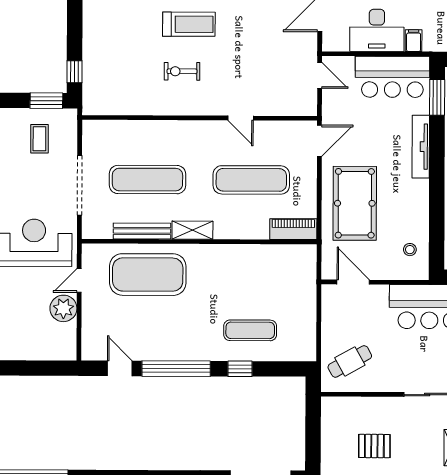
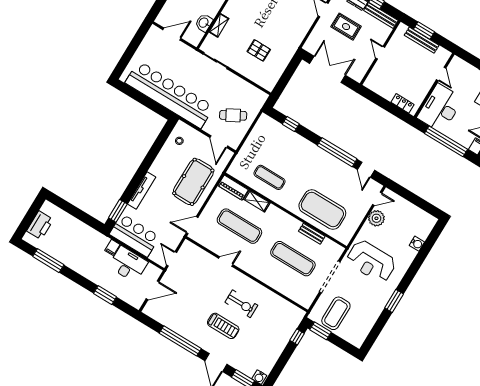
treadmill: (189, 24) -> (223, 326), turned 180
exercise bike: (182, 71) -> (241, 304), width x1.38, depth x1.39
door: (241, 118) -> (226, 261), hinge flipped
coffee table: (39, 139) -> (336, 313), width x1.86, depth x1.72
shelving: (192, 230) -> (257, 201), moved
bench: (142, 231) -> (312, 234), width x0.73
door: (79, 281) -> (377, 199), moved
exercise mat: (250, 330) -> (270, 177), moved
cafe table: (350, 361) -> (233, 115), moved
window: (240, 369) -> (291, 124), moved

